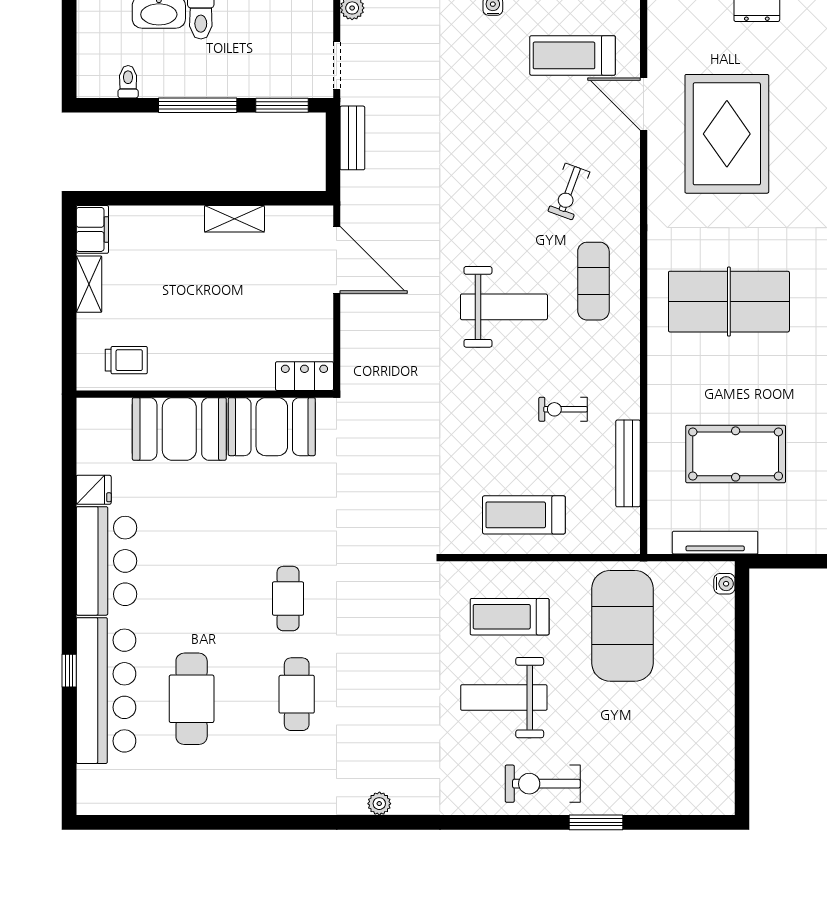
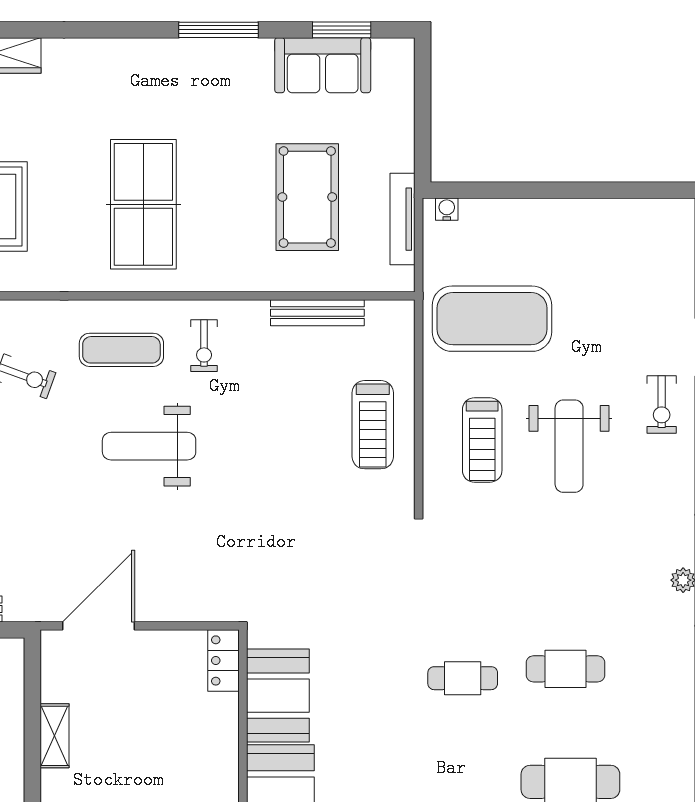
weight bench: (504, 307) -> (149, 446), turned -90
exercise bike: (563, 409) -> (204, 346), moved
exercise bike: (543, 784) -> (662, 404), width x0.73, depth x0.72

